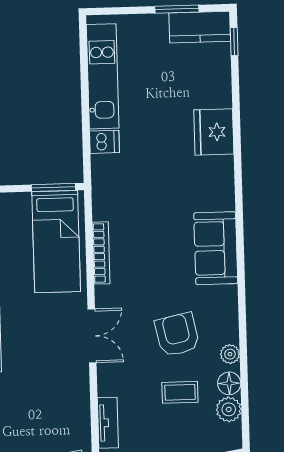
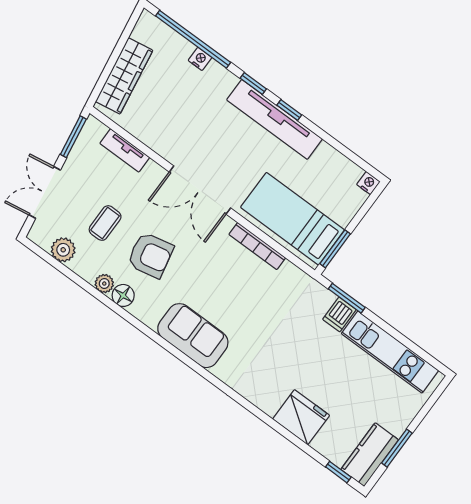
fridge: (214, 132) -> (301, 417), moved
window: (86, 146) -> (347, 298), added
double door: (92, 336) -> (200, 190), width x1.37
floor lamp: (229, 383) -> (123, 295), moved

